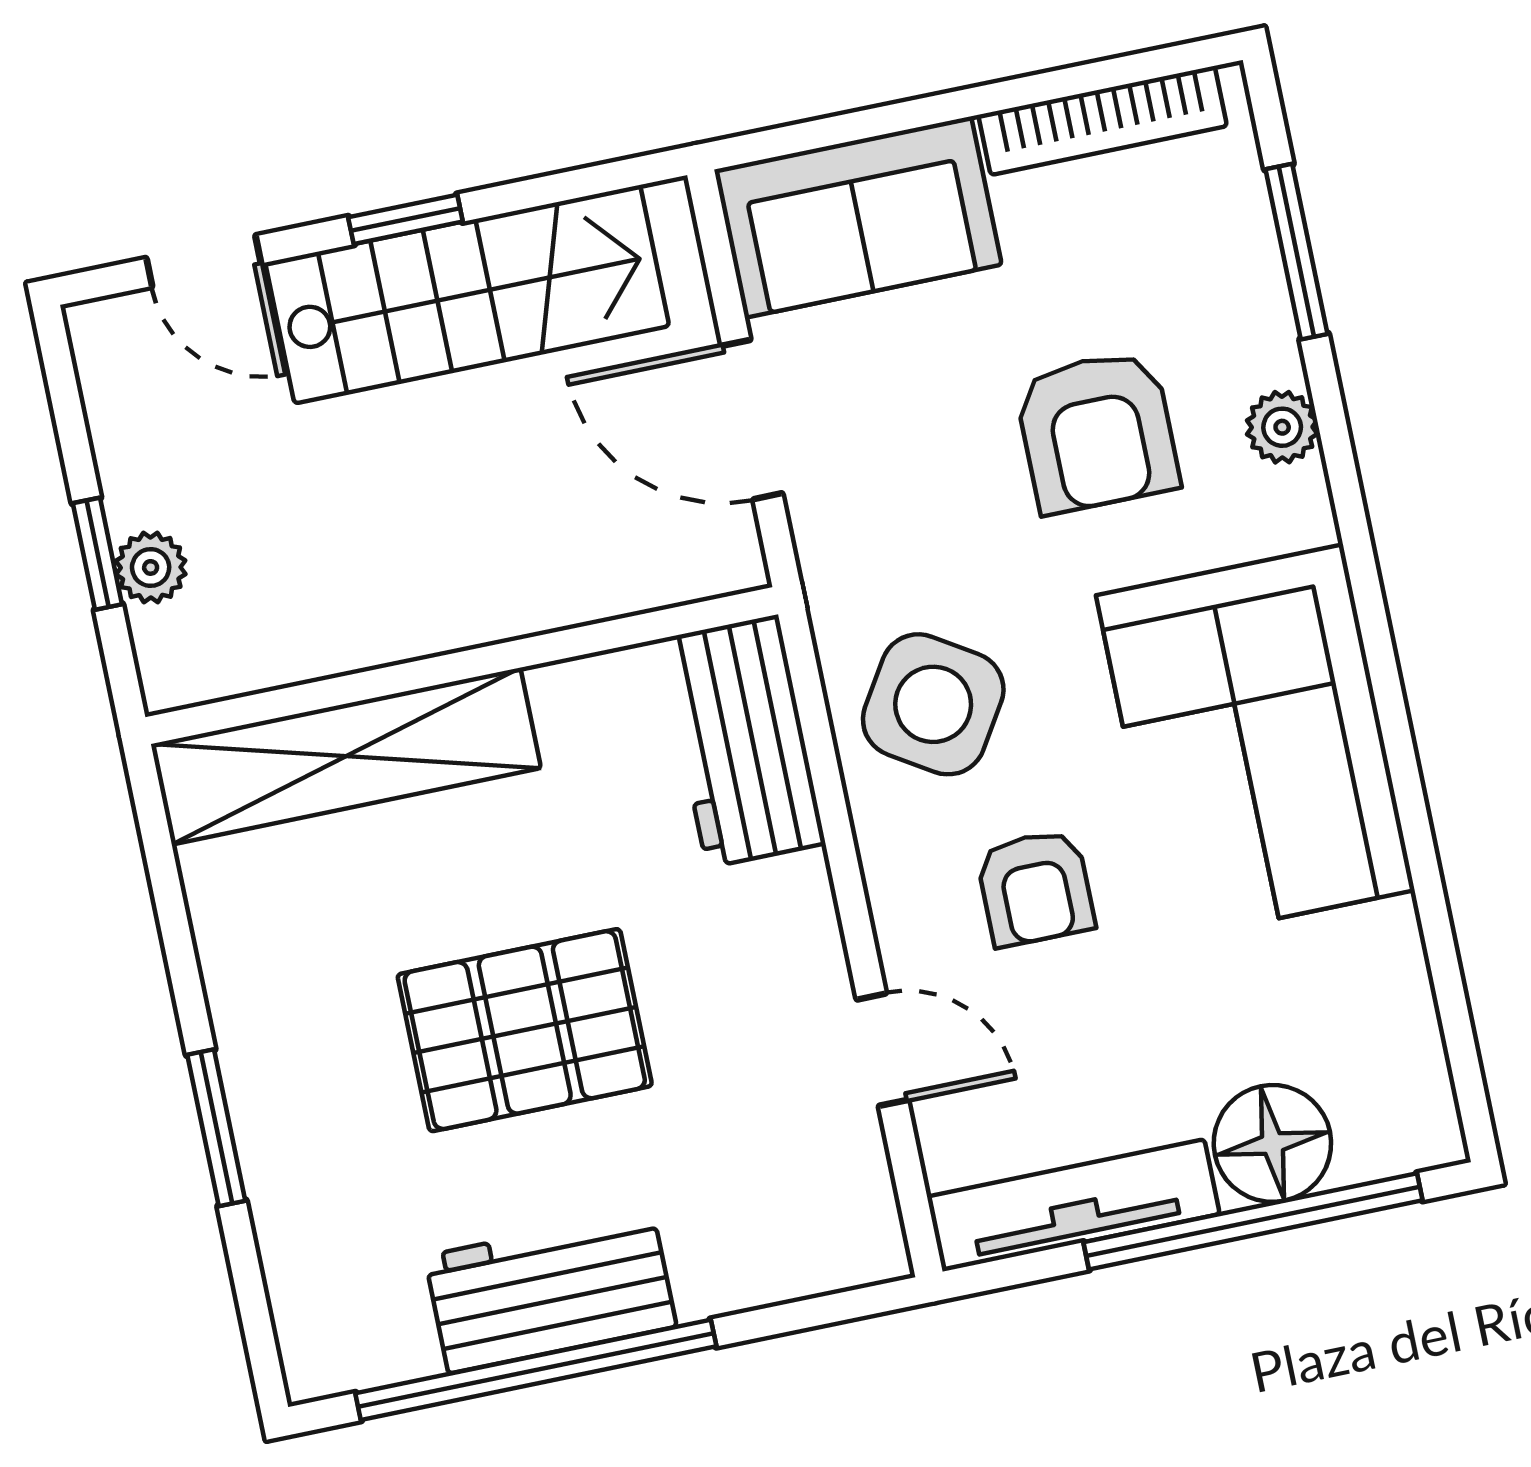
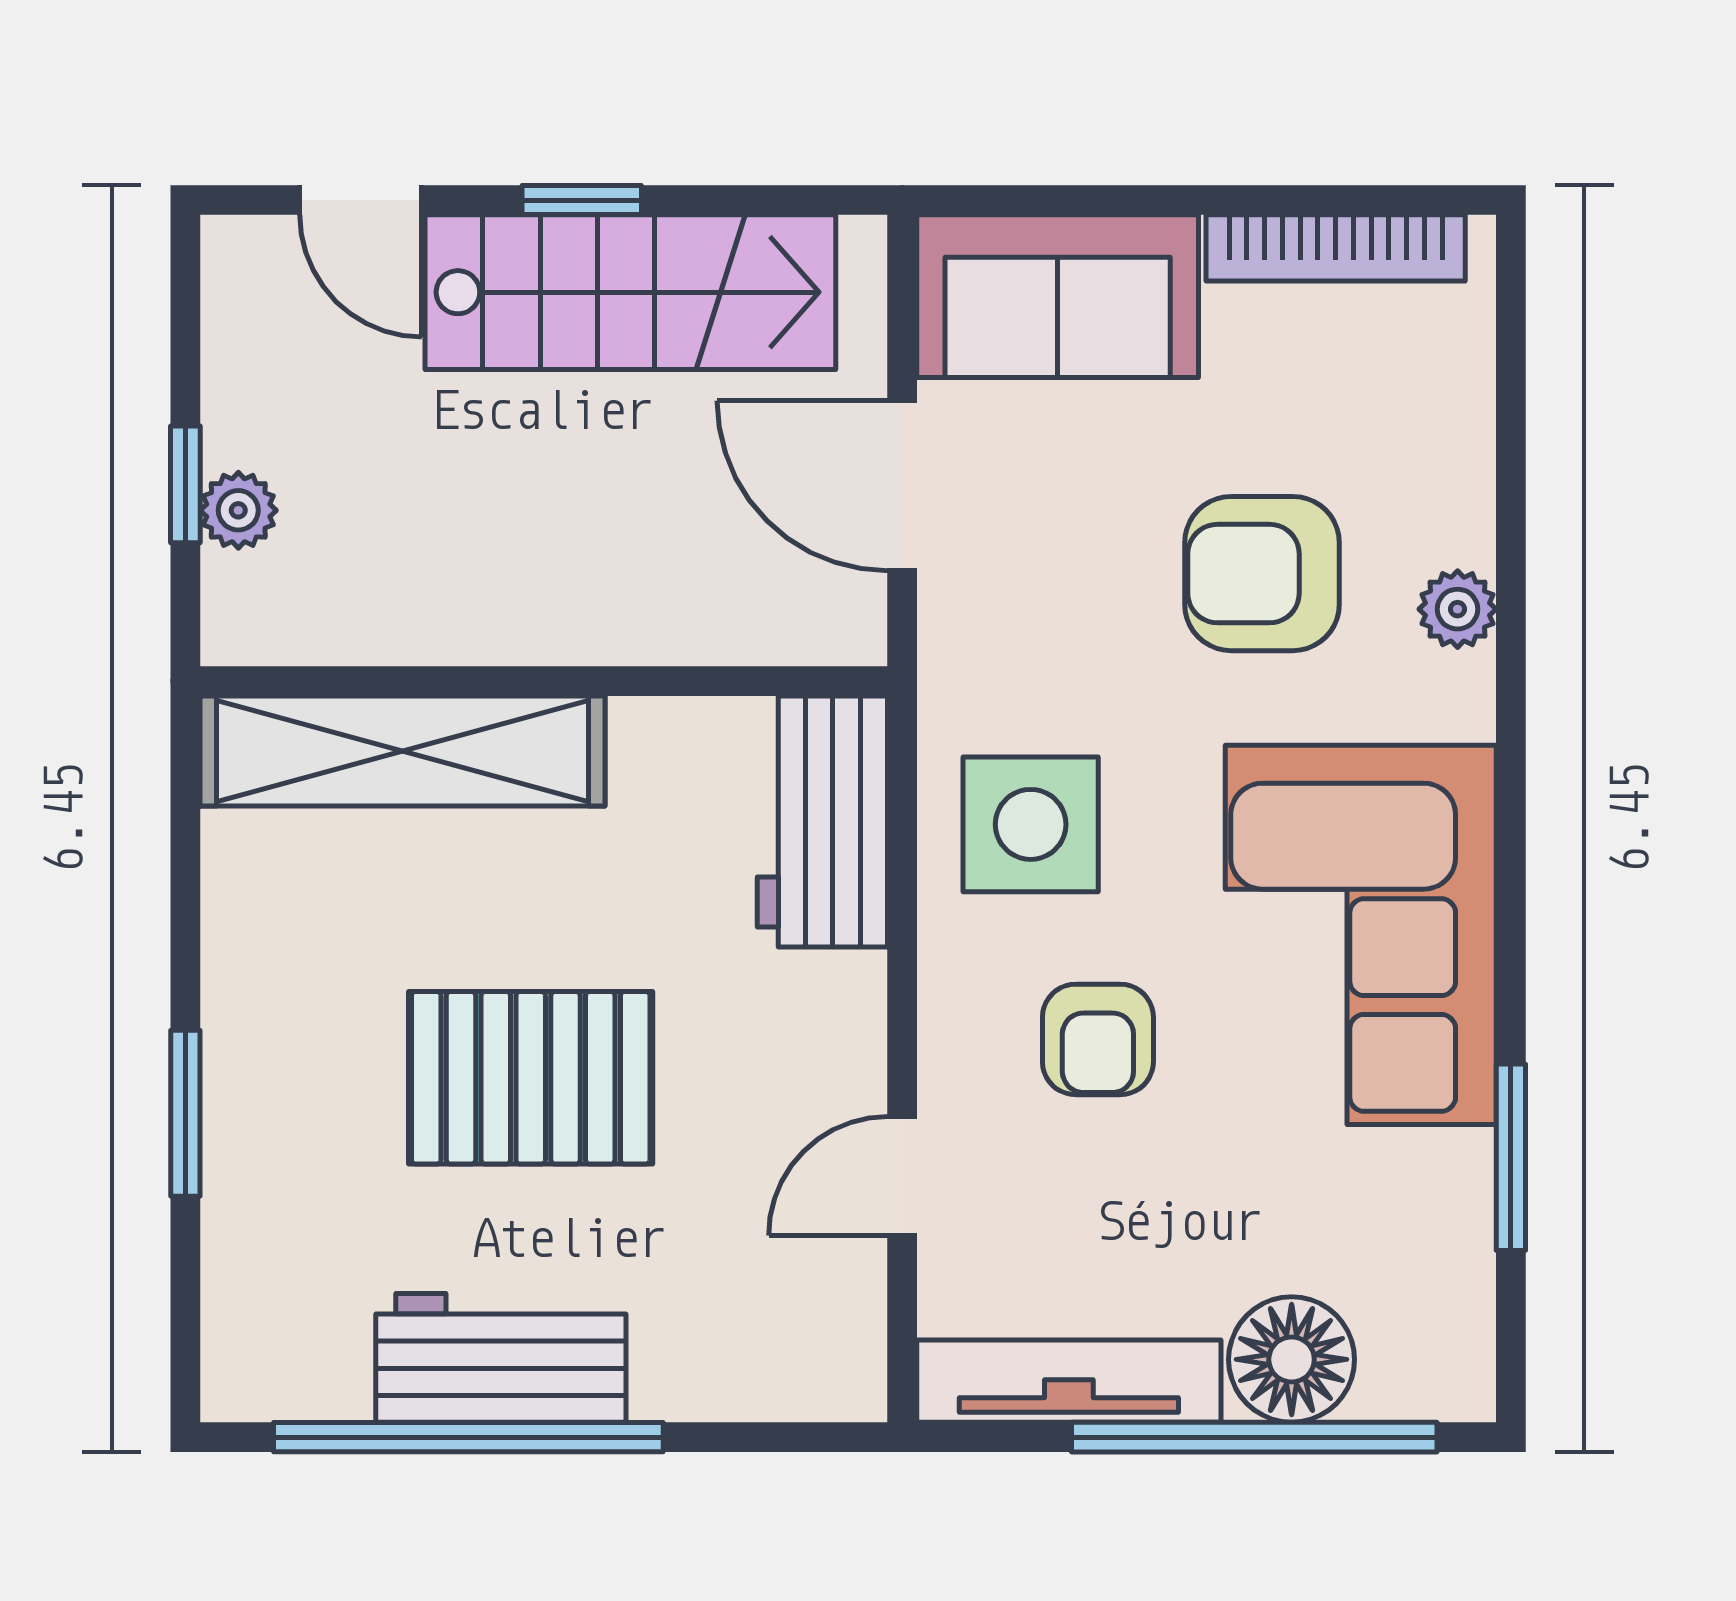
window: (1297, 252) -> (1511, 1157), moved
armchair: (1097, 432) -> (1262, 574), turned 90
side table: (933, 704) -> (1031, 824), turned -32
door: (882, 1050) -> (902, 1176), swing flipped

